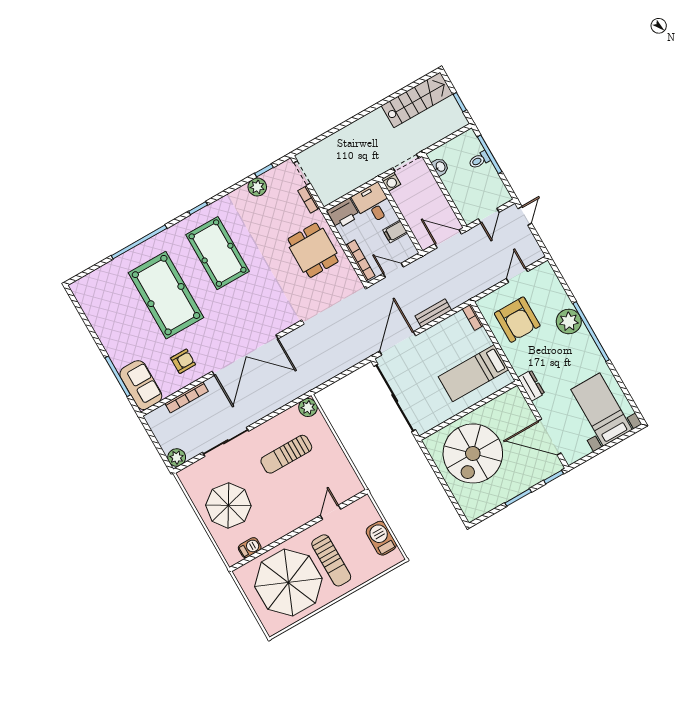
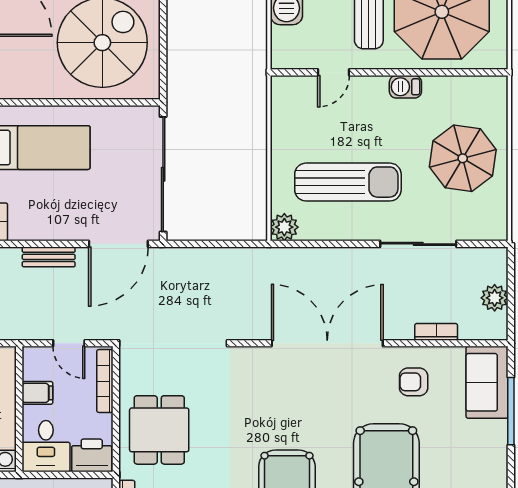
bookcase: (187, 397) -> (436, 332), width x0.64
sun lounger: (286, 454) -> (348, 182), width x1.36, depth x1.34
plant: (177, 457) -> (495, 298), moved
barbecue: (250, 548) -> (405, 87), moved

